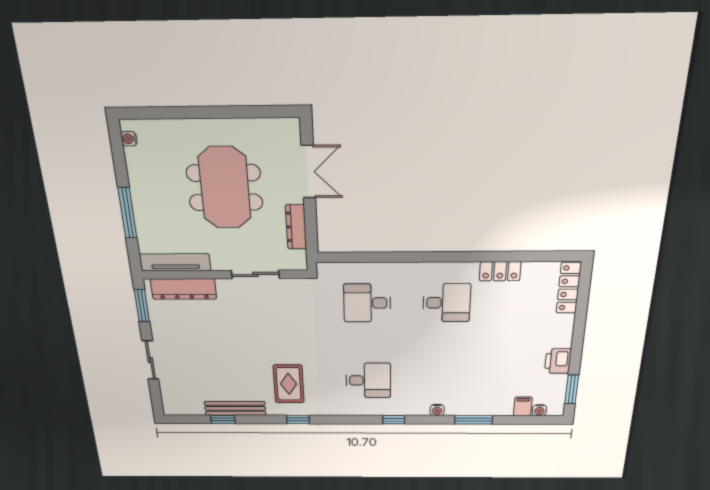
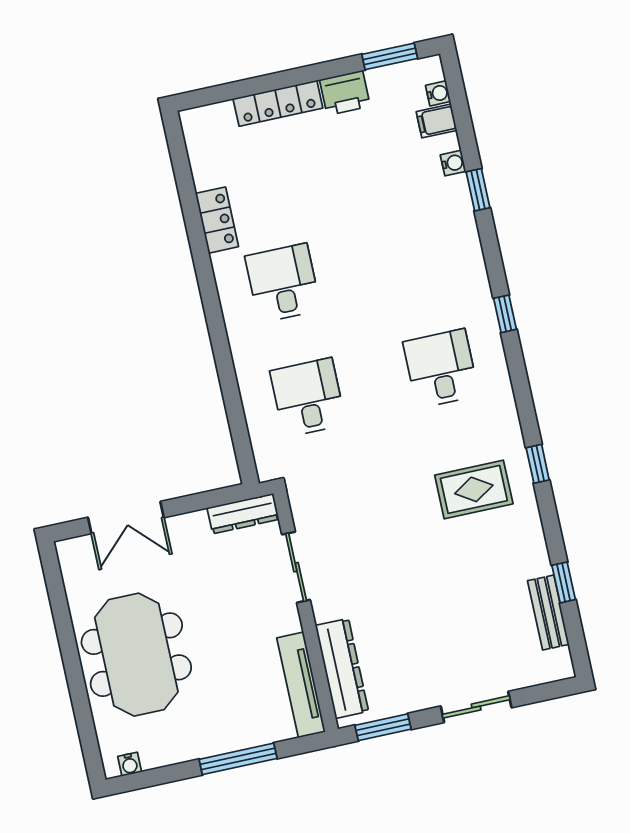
double door: (308, 172) -> (126, 517), swing flipped
meeting table: (225, 188) -> (136, 655), moved, turned 90
dresser: (296, 227) -> (243, 514), moved
locker: (569, 288) -> (278, 103), moved
desk: (367, 303) -> (308, 398), turned 180
bench: (235, 408) -> (548, 613), moved, width x0.73
water cooler: (437, 410) -> (453, 163), moved
window: (474, 420) -> (478, 190), width x0.67

